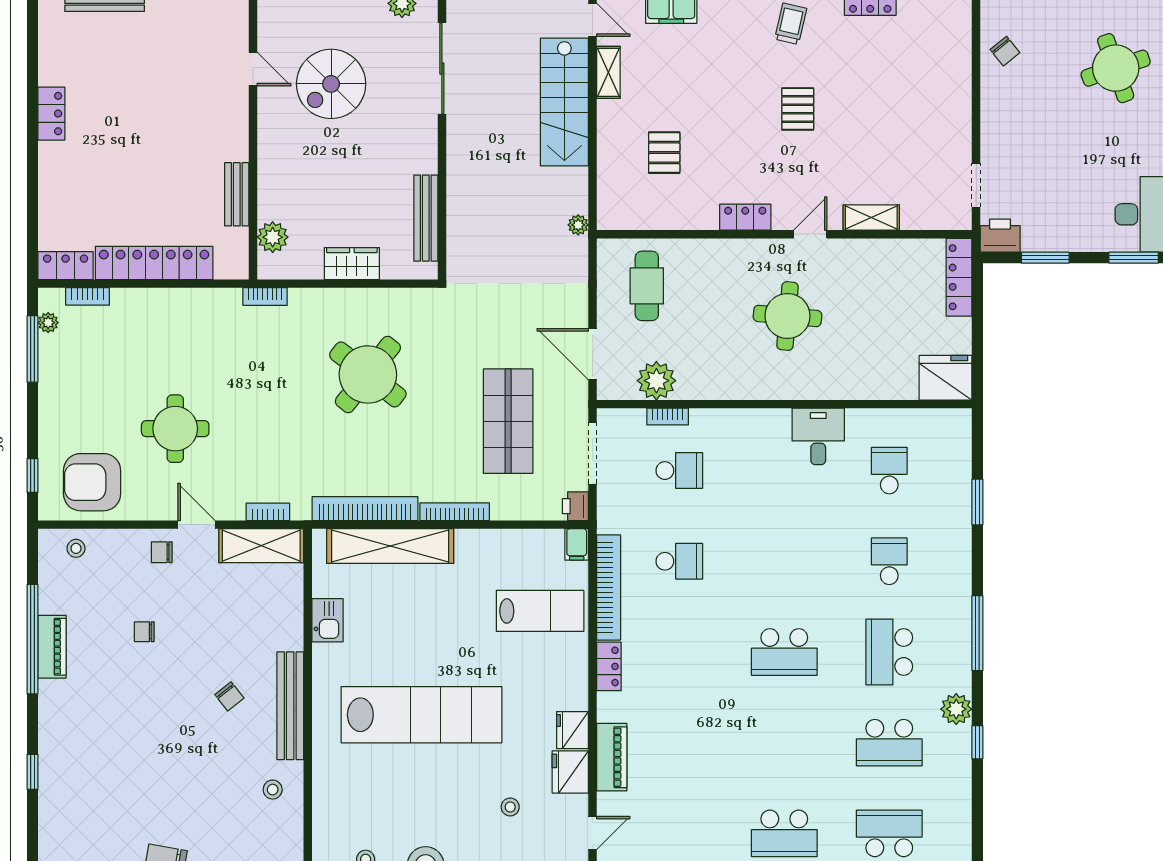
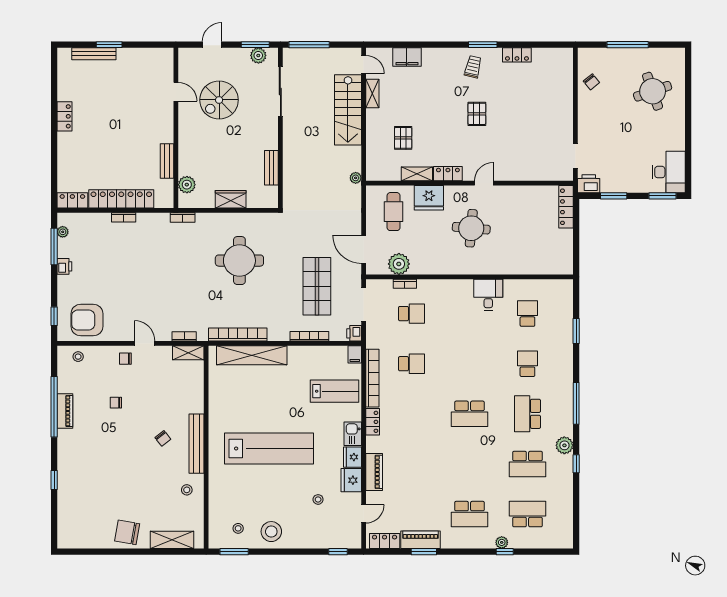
bench: (426, 218) -> (271, 168), width x0.73
shelving: (871, 218) -> (417, 174), moved
bookcase: (87, 296) -> (124, 217), moved
round table: (368, 374) -> (239, 261), turned -38
fridge: (946, 378) -> (429, 198), moved, turned 180
printer: (51, 385) -> (64, 266), added
round table: (175, 429) -> (133, 290), removed
bookcase: (455, 512) -> (309, 336), moved
shelving: (261, 546) -> (188, 353), width x0.67, depth x0.75
kitchen sink: (327, 620) -> (353, 434), moved, turned 180

